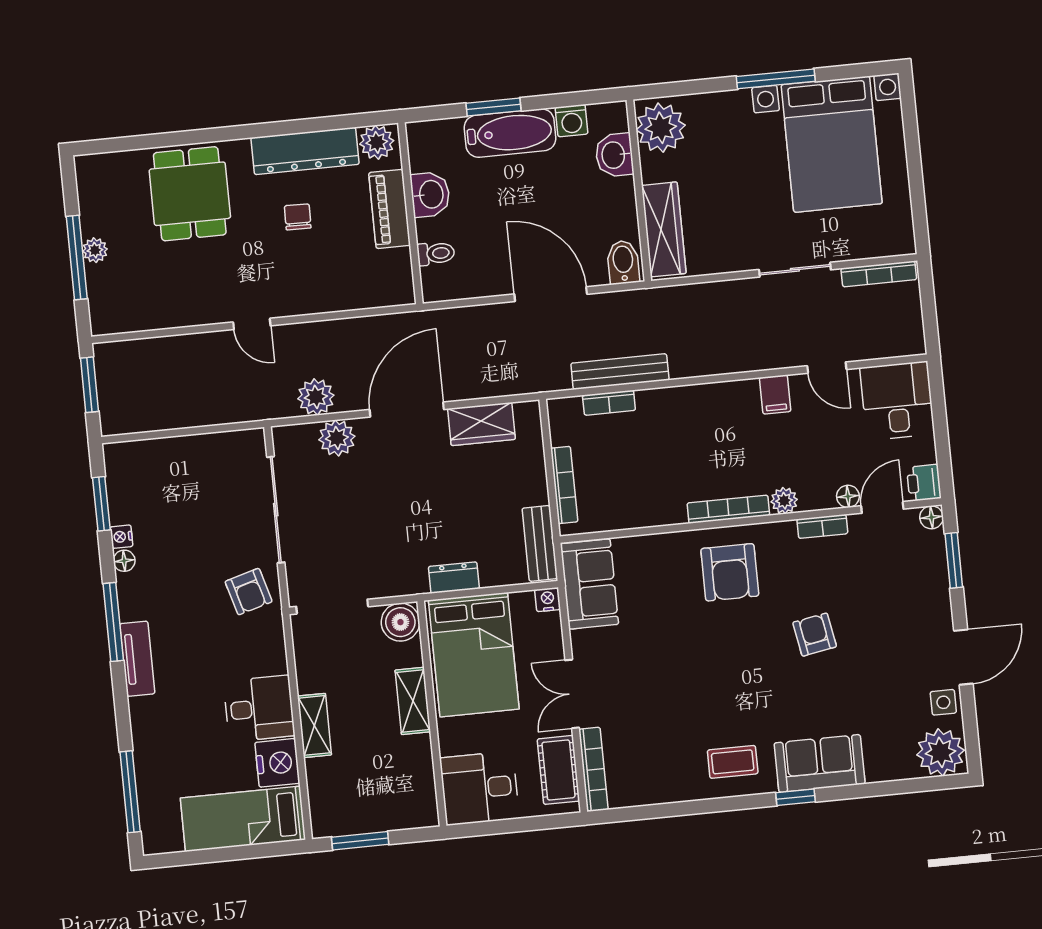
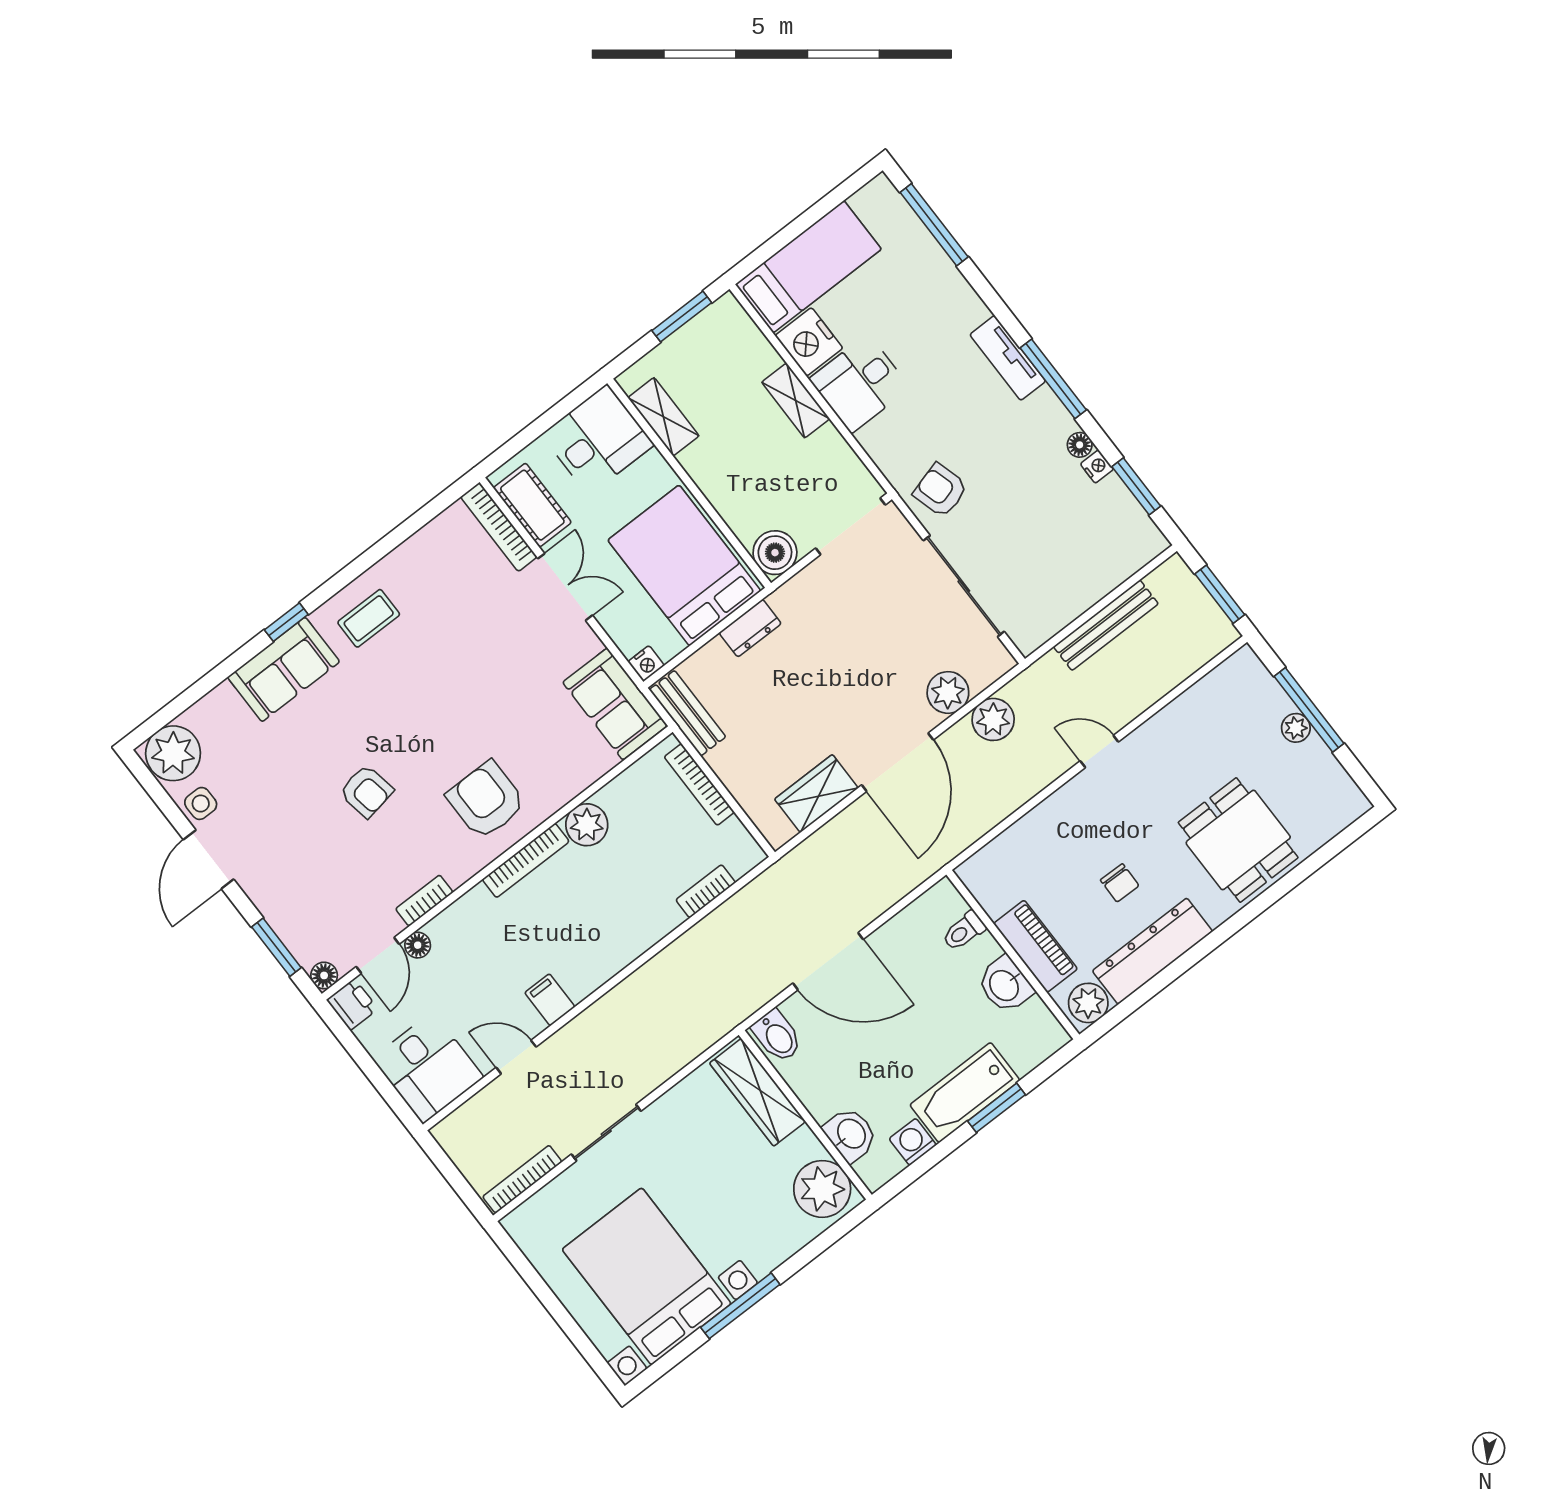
bench: (620, 372) -> (1106, 625), moved
plant: (784, 501) -> (587, 825), moved, width x1.38, depth x1.38
shelving: (413, 701) -> (663, 417), moved

